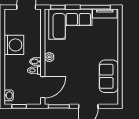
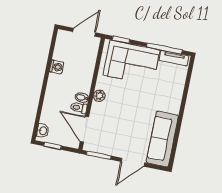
washing machine: (14, 45) -> (57, 67), width x0.53, depth x0.53
sofa: (109, 76) -> (162, 139), width x1.36
door: (43, 87) -> (84, 129), swing flipped

